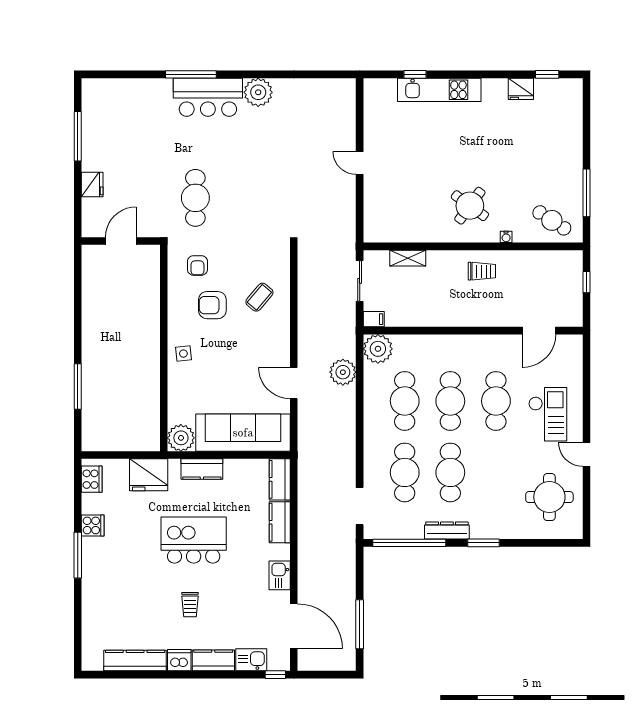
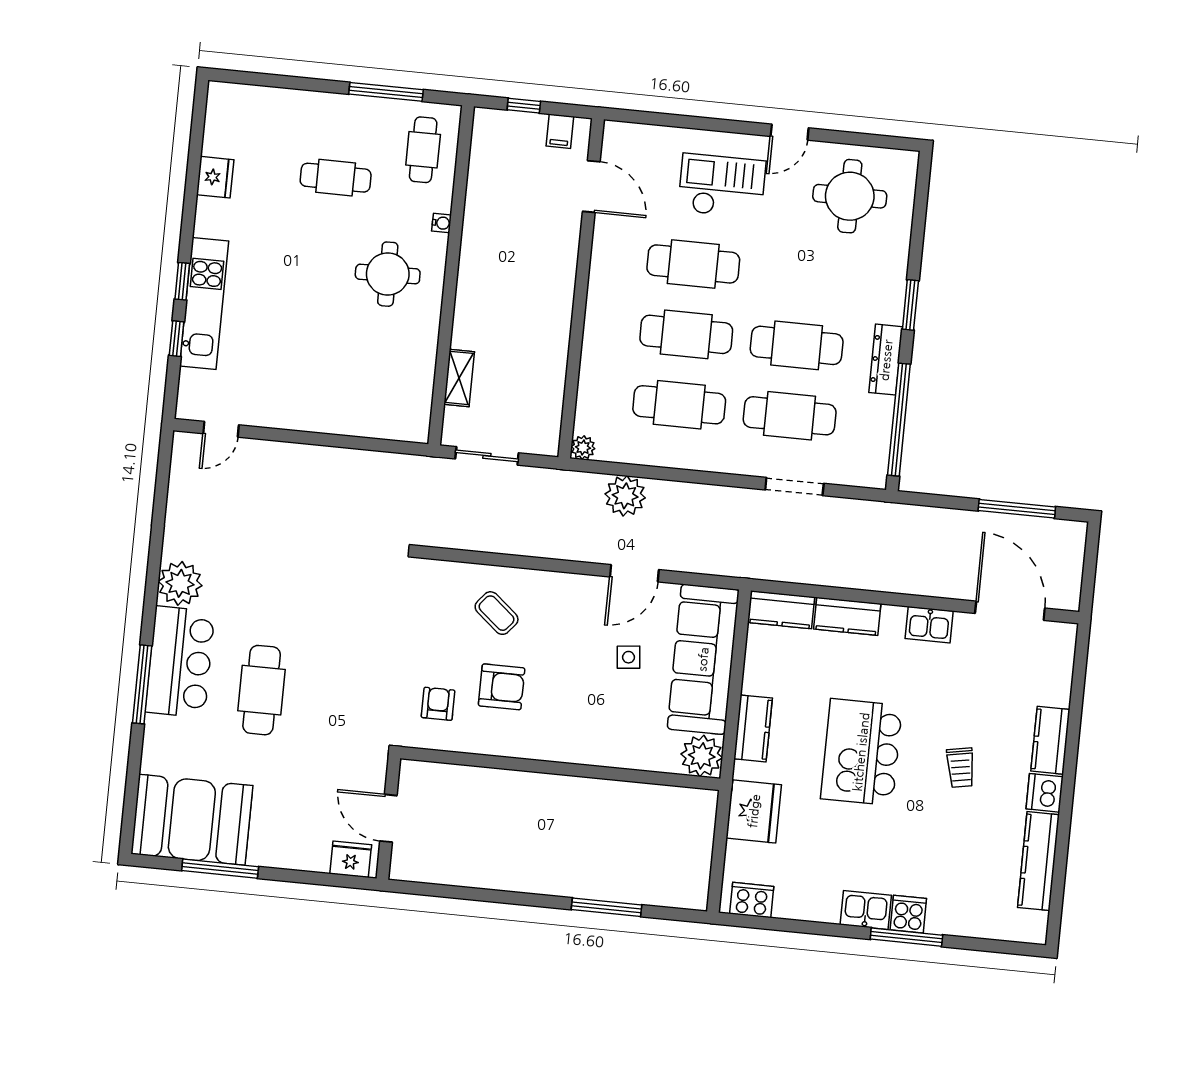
window: (547, 74) -> (182, 281), moved
booth: (107, 115) -> (192, 820), added
door: (360, 163) -> (221, 429), moved
cafe table: (528, 166) -> (336, 178), added
fridge: (92, 184) -> (351, 859), moved
cafe table: (195, 198) -> (262, 690), moved, turned 90
round table: (470, 206) -> (388, 274), turned -37
cafe table: (552, 220) -> (423, 150), turned -33
armchair: (197, 265) -> (438, 704), turned -90
trolley: (482, 271) -> (491, 266), removed
armchair: (212, 305) -> (502, 687), turned -90
filing cabinet: (374, 319) -> (560, 131), moved, turned 180
plant: (378, 349) -> (583, 448), width x0.53, depth x0.53
side table: (183, 354) -> (628, 657), moved
doorway: (360, 506) -> (794, 487), moved
cooker: (93, 525) -> (908, 914), moved
window: (78, 555) -> (906, 937), moved
trolley: (190, 605) -> (961, 768), turned 80
door: (294, 626) -> (1010, 611), hinge flipped
kitchen sink: (251, 660) -> (866, 910), moved, turned 90
window: (275, 675) -> (1082, 647), removed

